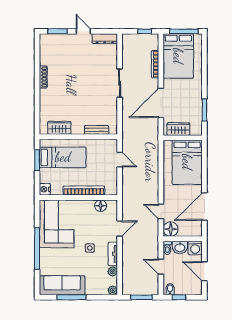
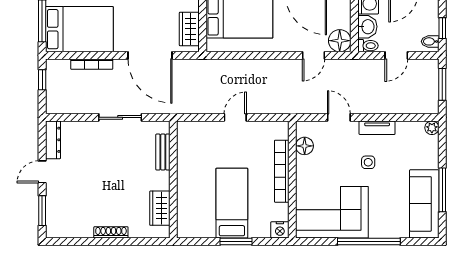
wardrobe: (59, 128) -> (160, 208), moved
bench: (97, 130) -> (163, 152), moved
wall: (78, 137) -> (173, 179), moved
plant: (113, 272) -> (404, 128), removed

